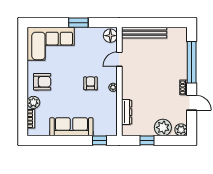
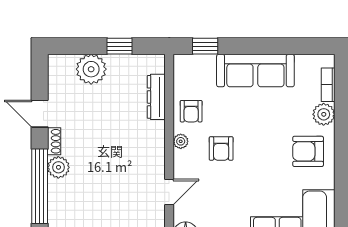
armchair: (107, 104) -> (191, 111), added
plant: (181, 130) -> (58, 167), moved

